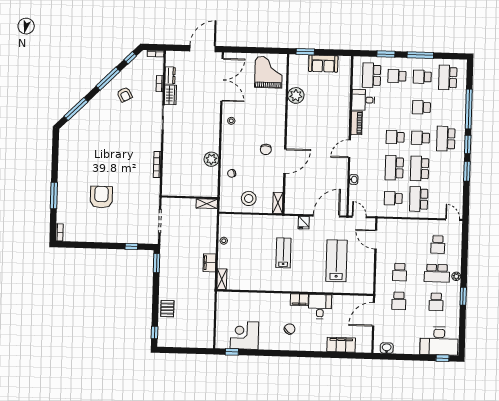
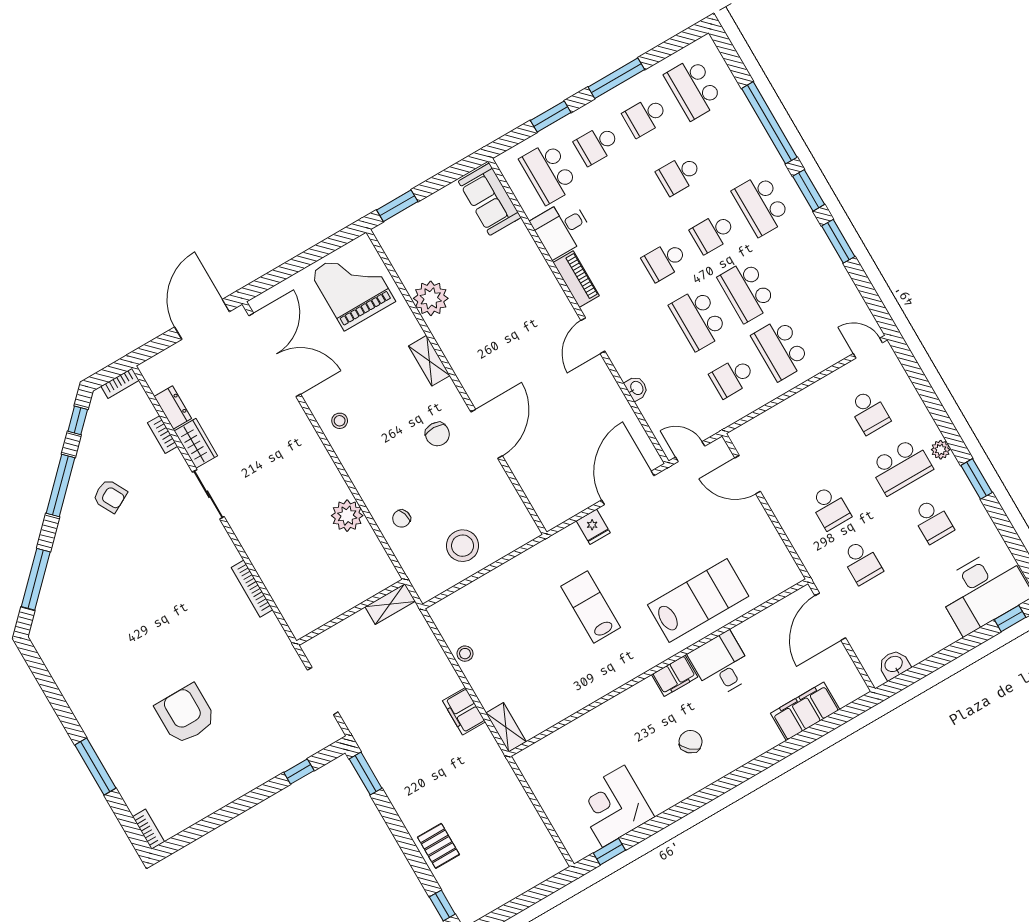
sofa: (323, 64) -> (490, 199), moved, turned 90
shelving: (278, 203) -> (429, 361), moved
lab bench: (337, 261) -> (698, 600), moved, turned 90

